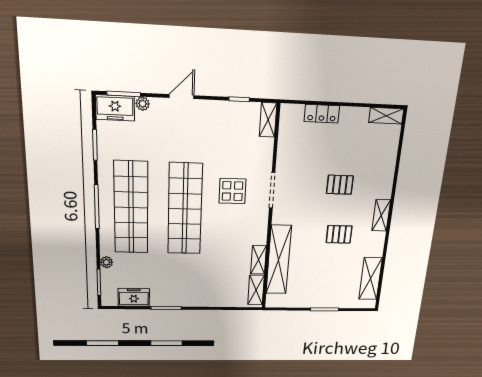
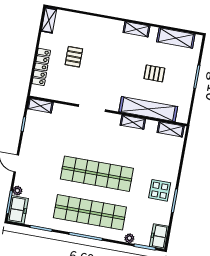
locker: (322, 114) -> (41, 67), width x1.53
pallet: (340, 185) -> (74, 57), moved
display table: (232, 191) -> (160, 190), moved
shelving: (381, 215) -> (136, 29), moved
pallet: (339, 234) -> (154, 73), moved, turned 90
shelving: (259, 260) -> (133, 122), moved
freezer: (134, 297) -> (159, 236), moved

